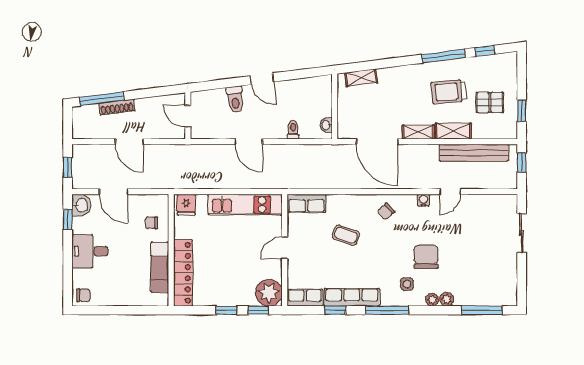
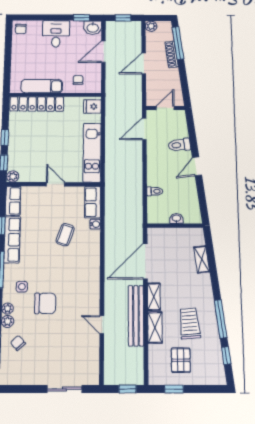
shelving: (361, 78) -> (202, 259), moved
washbasin: (326, 125) -> (176, 218), moved
plant: (79, 132) -> (151, 26), added
door: (249, 142) -> (144, 129), moved
bench: (474, 153) -> (136, 316), moved
water cooler: (423, 200) -> (95, 224), moved
chair: (386, 211) -> (18, 343), moved
plant: (269, 293) -> (13, 176), width x0.53, depth x0.53

